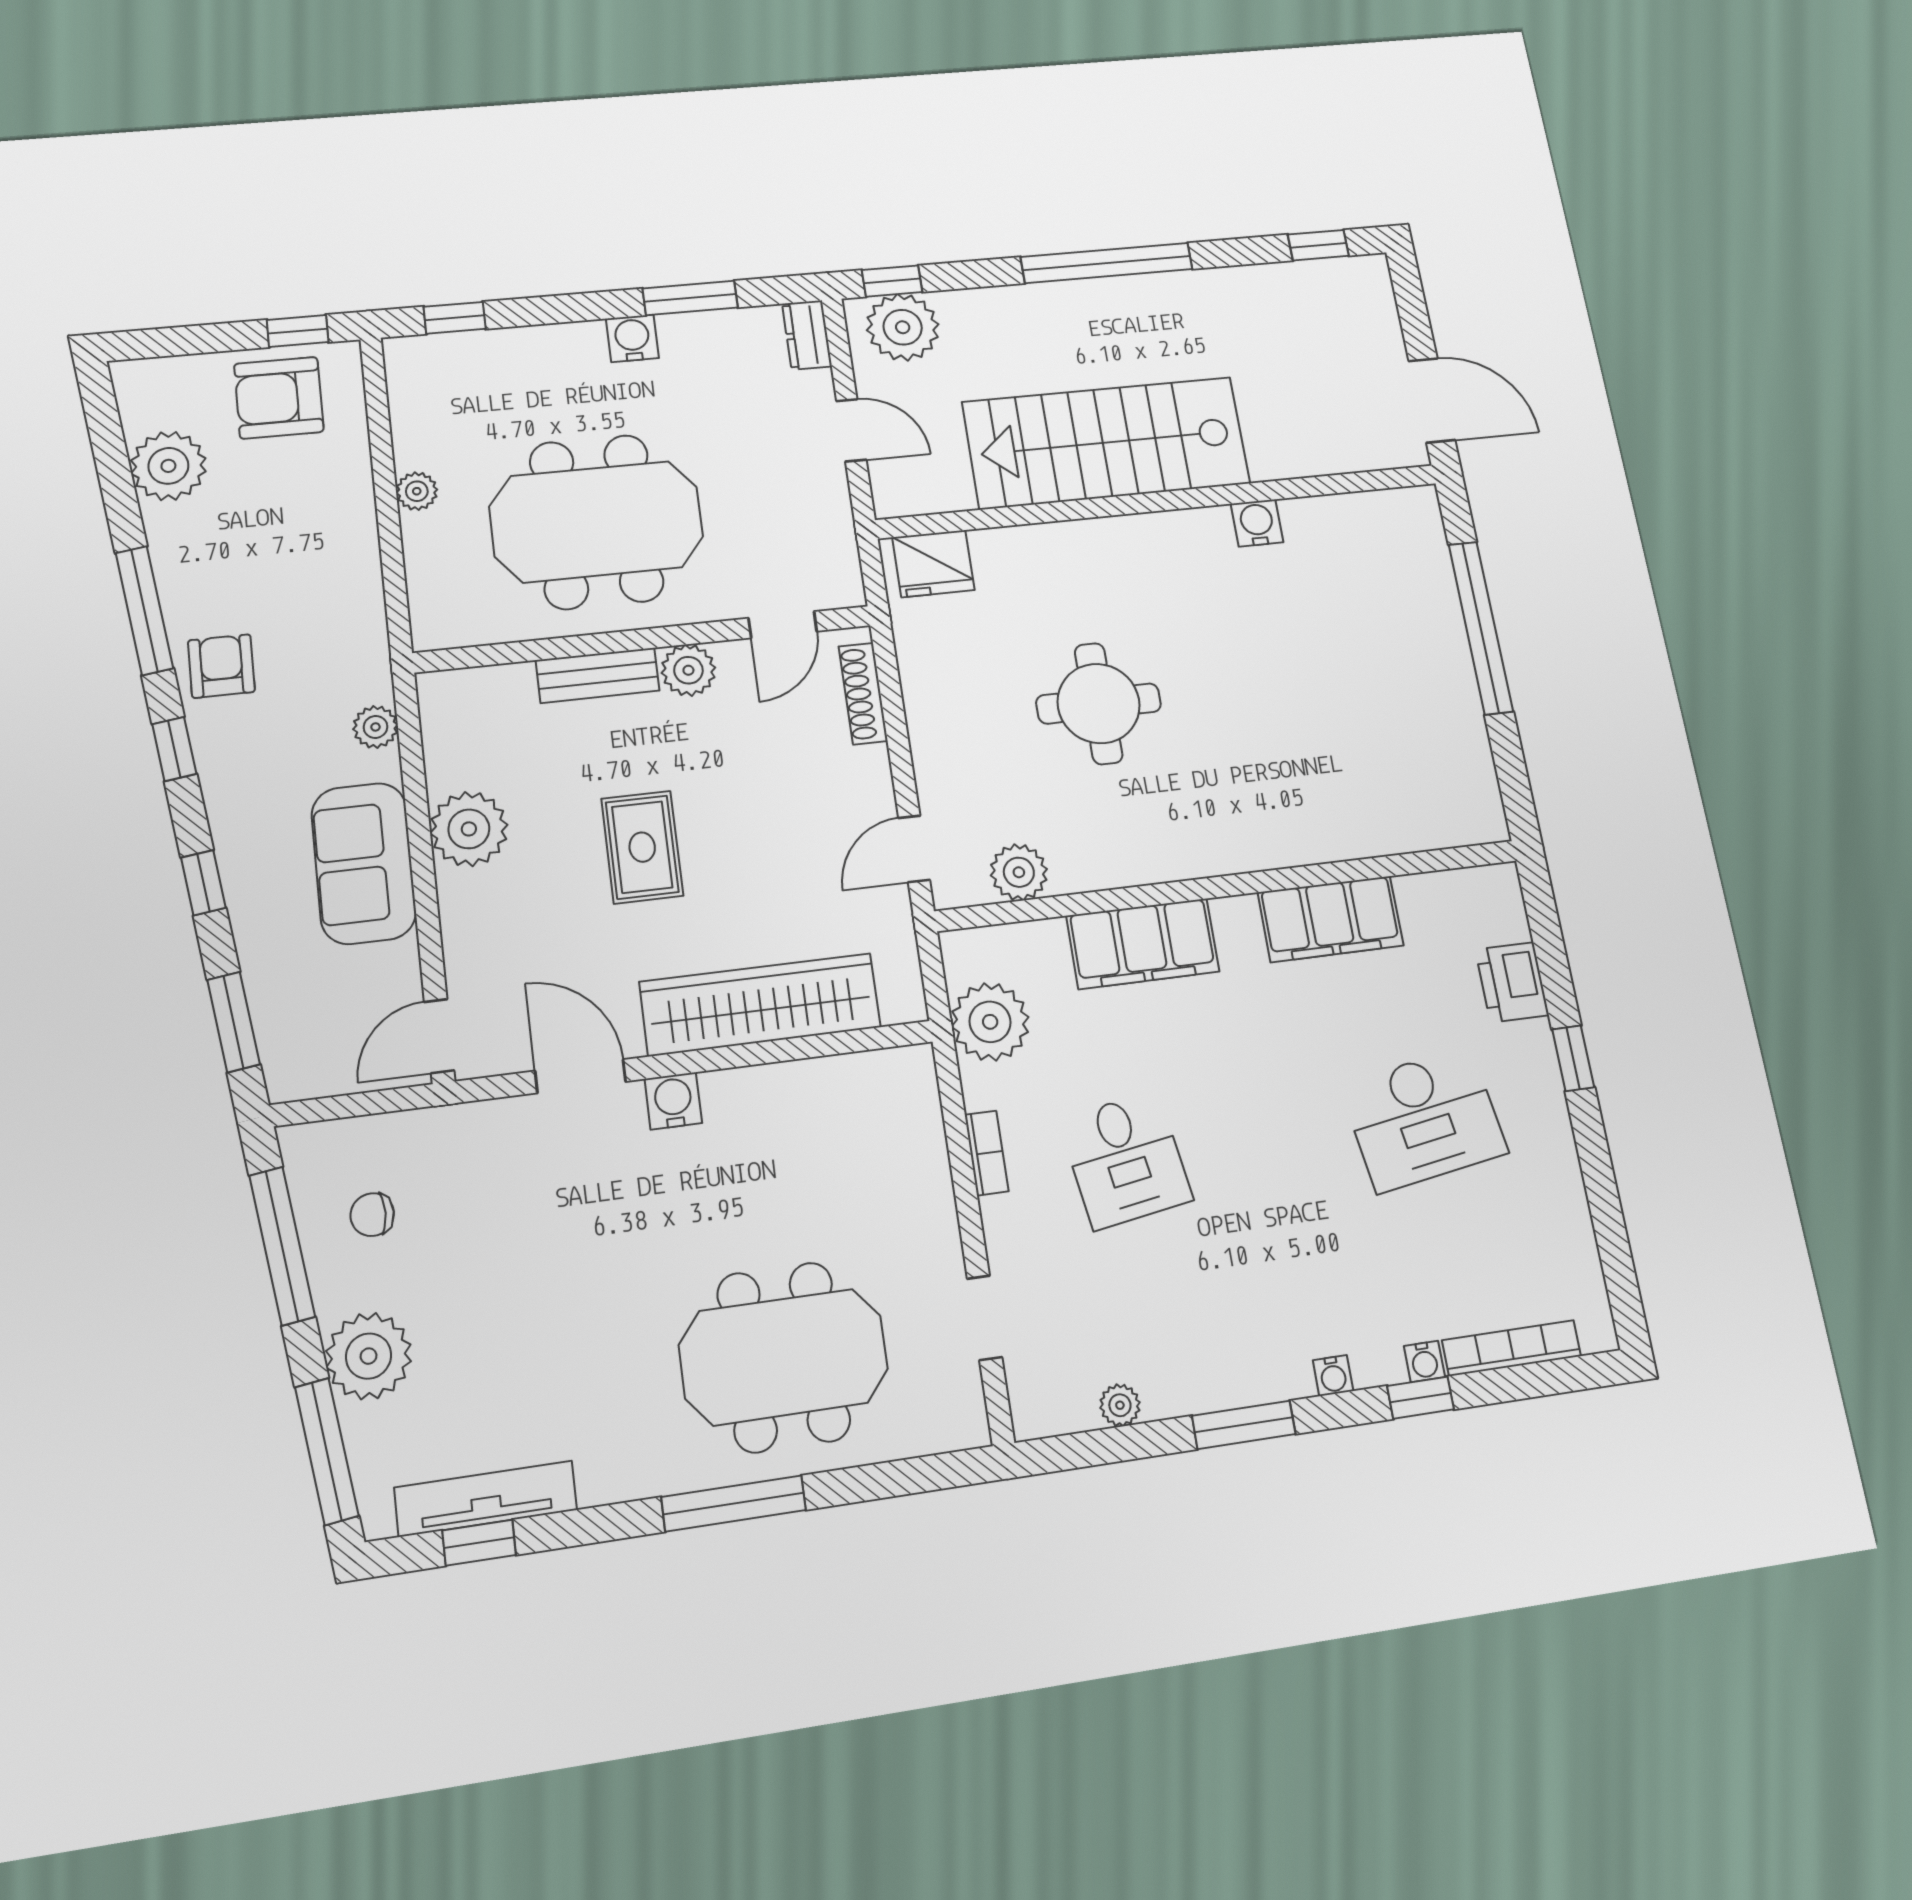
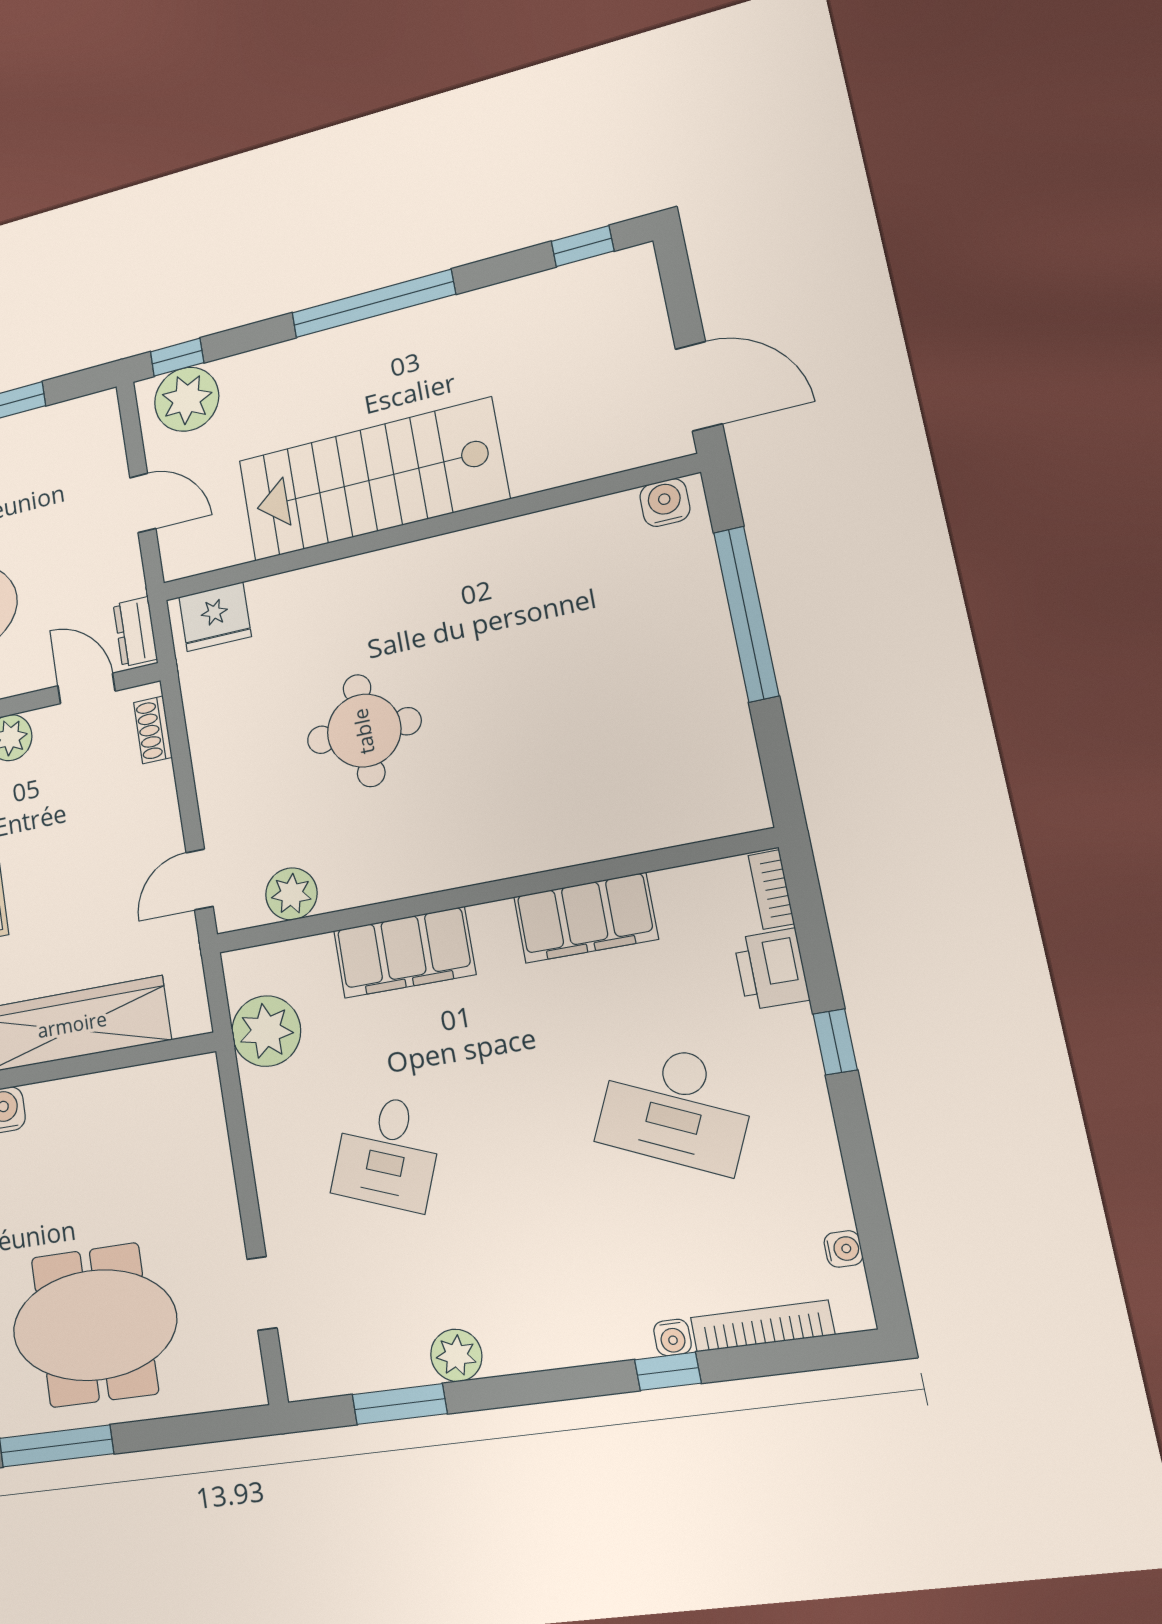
dresser: (807, 335) -> (135, 632), moved
water cooler: (1257, 523) -> (665, 503), moved
door: (783, 625) -> (86, 688), swing flipped
shoe rack: (863, 694) -> (153, 730), width x0.70
desk: (1424, 1119) -> (676, 1107), turned 33
bookcase: (987, 1153) -> (771, 889), moved, turned 180
desk: (1126, 1160) -> (388, 1152), turned 30
water cooler: (1333, 1376) -> (843, 1249), moved, turned -90
plant: (1120, 1405) -> (456, 1355), moved, width x1.38, depth x1.38
window: (1244, 1425) -> (399, 1404), moved

